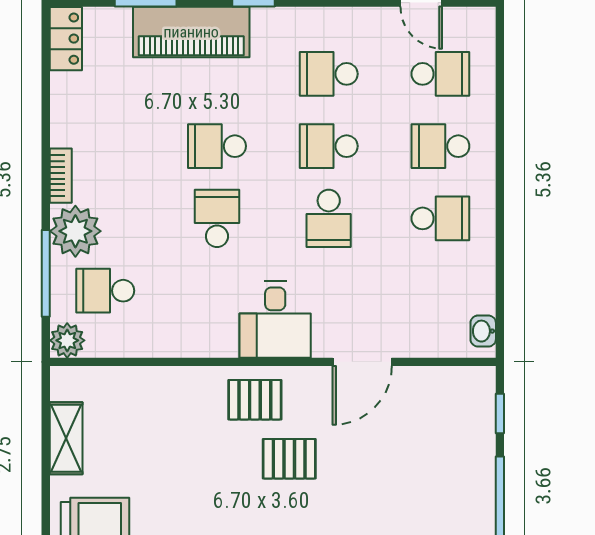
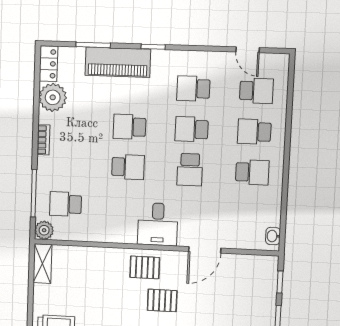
school desk: (217, 218) -> (128, 167), turned 90
plant: (75, 231) -> (53, 97), moved
shelving: (66, 438) -> (42, 264), moved

